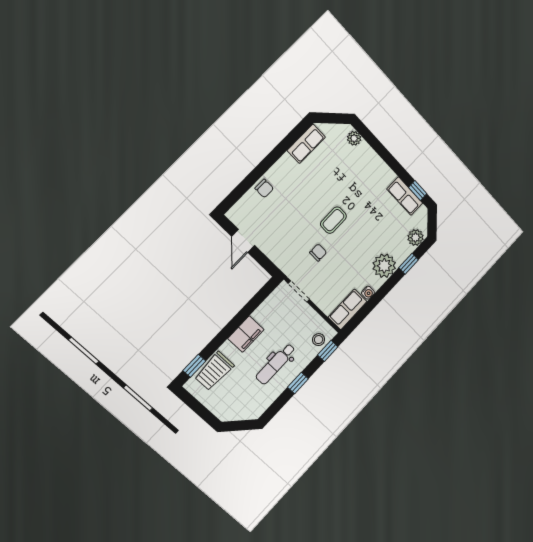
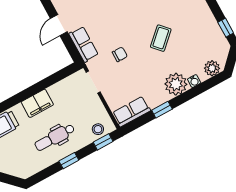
row of seats: (405, 196) -> (84, 44), moved, turned 180
coffee table: (333, 220) -> (161, 38), moved, turned -43
window: (409, 264) -> (162, 110), moved
water cooler: (368, 293) -> (194, 81), moved

